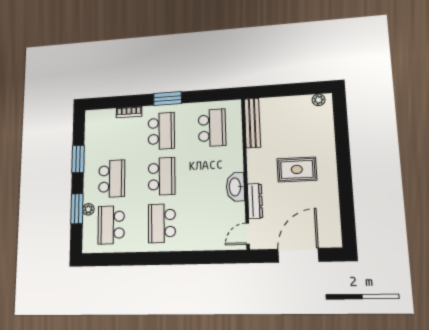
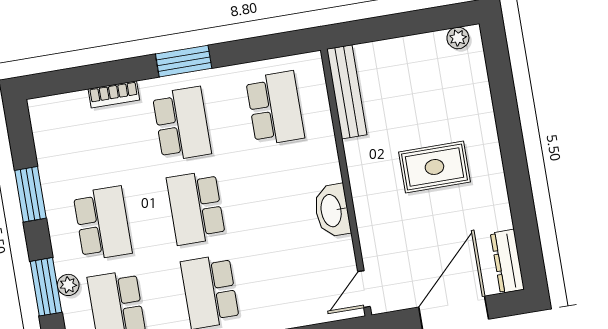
school desk: (162, 176) -> (196, 208), turned 180
dresser: (255, 201) -> (507, 261), moved, turned 180

